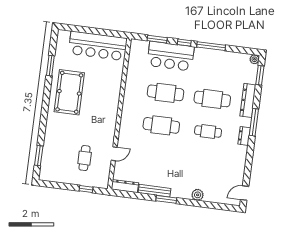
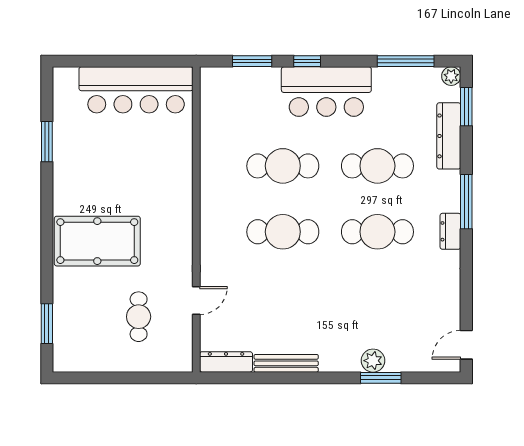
window: (211, 46) -> (406, 61), moved
bar counter: (171, 56) -> (326, 92), moved
pool table: (69, 92) -> (97, 241), moved, turned 90
dresser: (248, 100) -> (449, 136), moved
cafe table: (208, 131) -> (377, 232), width x1.37, depth x1.35
window: (86, 189) -> (149, 378), removed
window: (166, 199) -> (381, 378), moved

